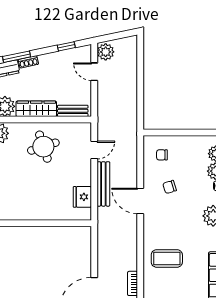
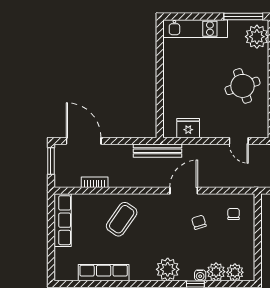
bench: (103, 184) -> (158, 151), moved
coffee table: (167, 258) -> (122, 219), turned 35

